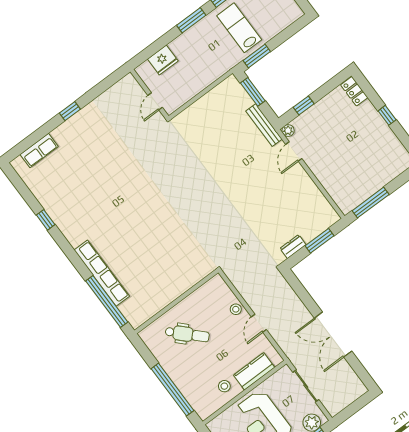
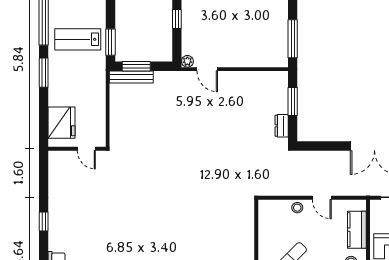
fridge: (163, 60) -> (62, 123), width x1.36, depth x1.34
window: (304, 106) -> (177, 19), moved
bench: (264, 125) -> (131, 77), moved

